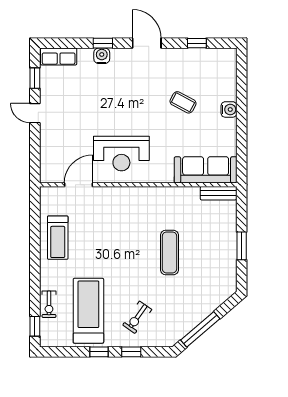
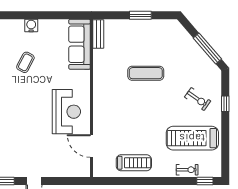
window: (99, 352) -> (225, 130), removed

